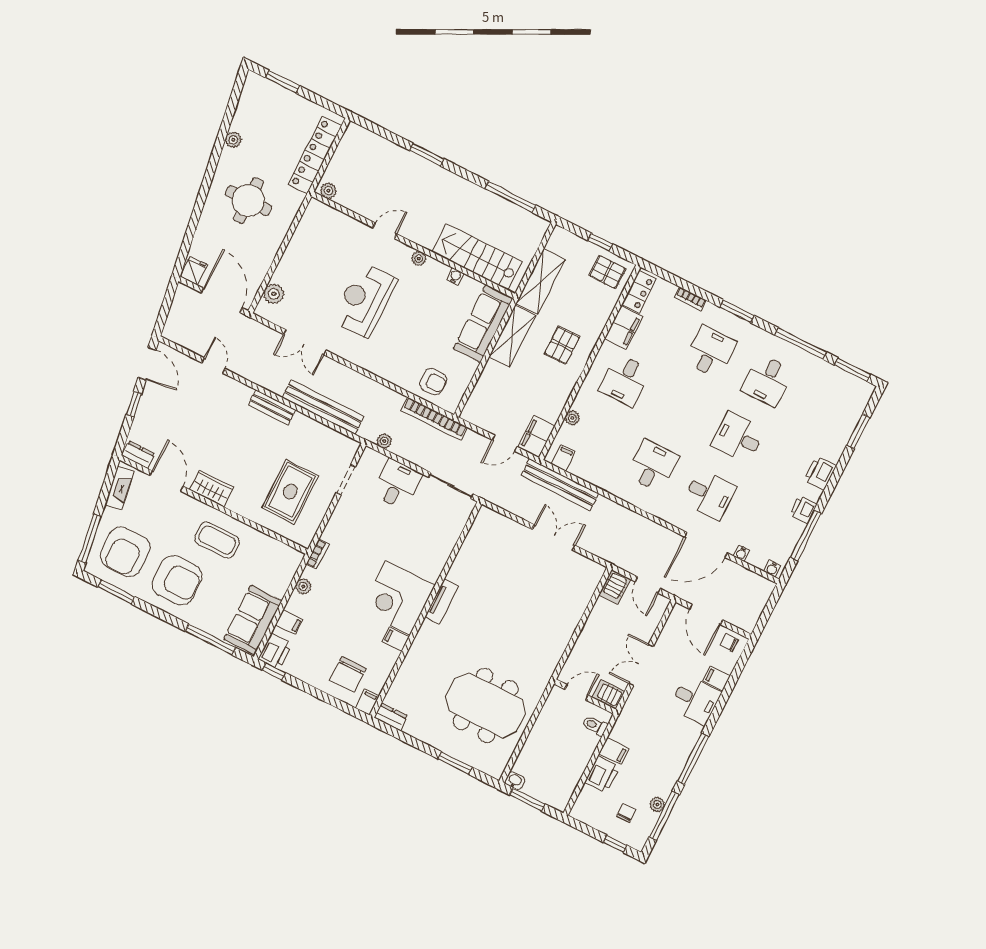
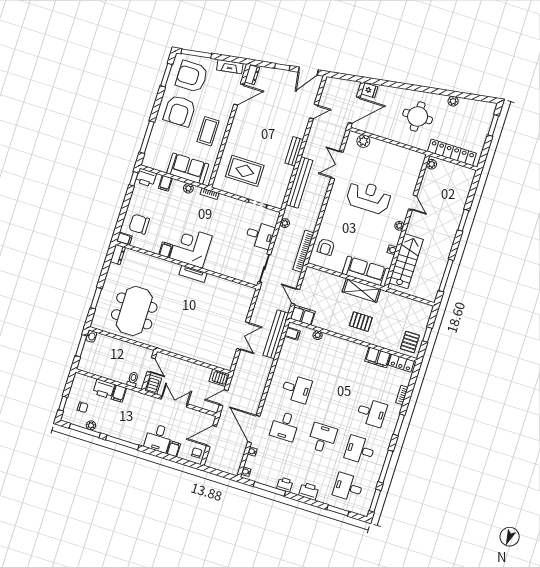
shelving: (541, 281) -> (397, 302), removed
desk: (625, 380) -> (348, 487), moved
wardrobe: (212, 489) -> (239, 123), removed
sofa: (253, 620) -> (188, 169), moved

